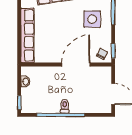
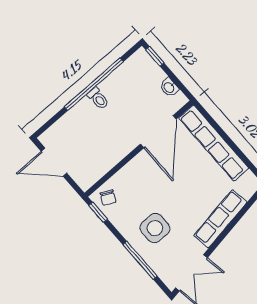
door: (76, 64) -> (158, 132), moved

